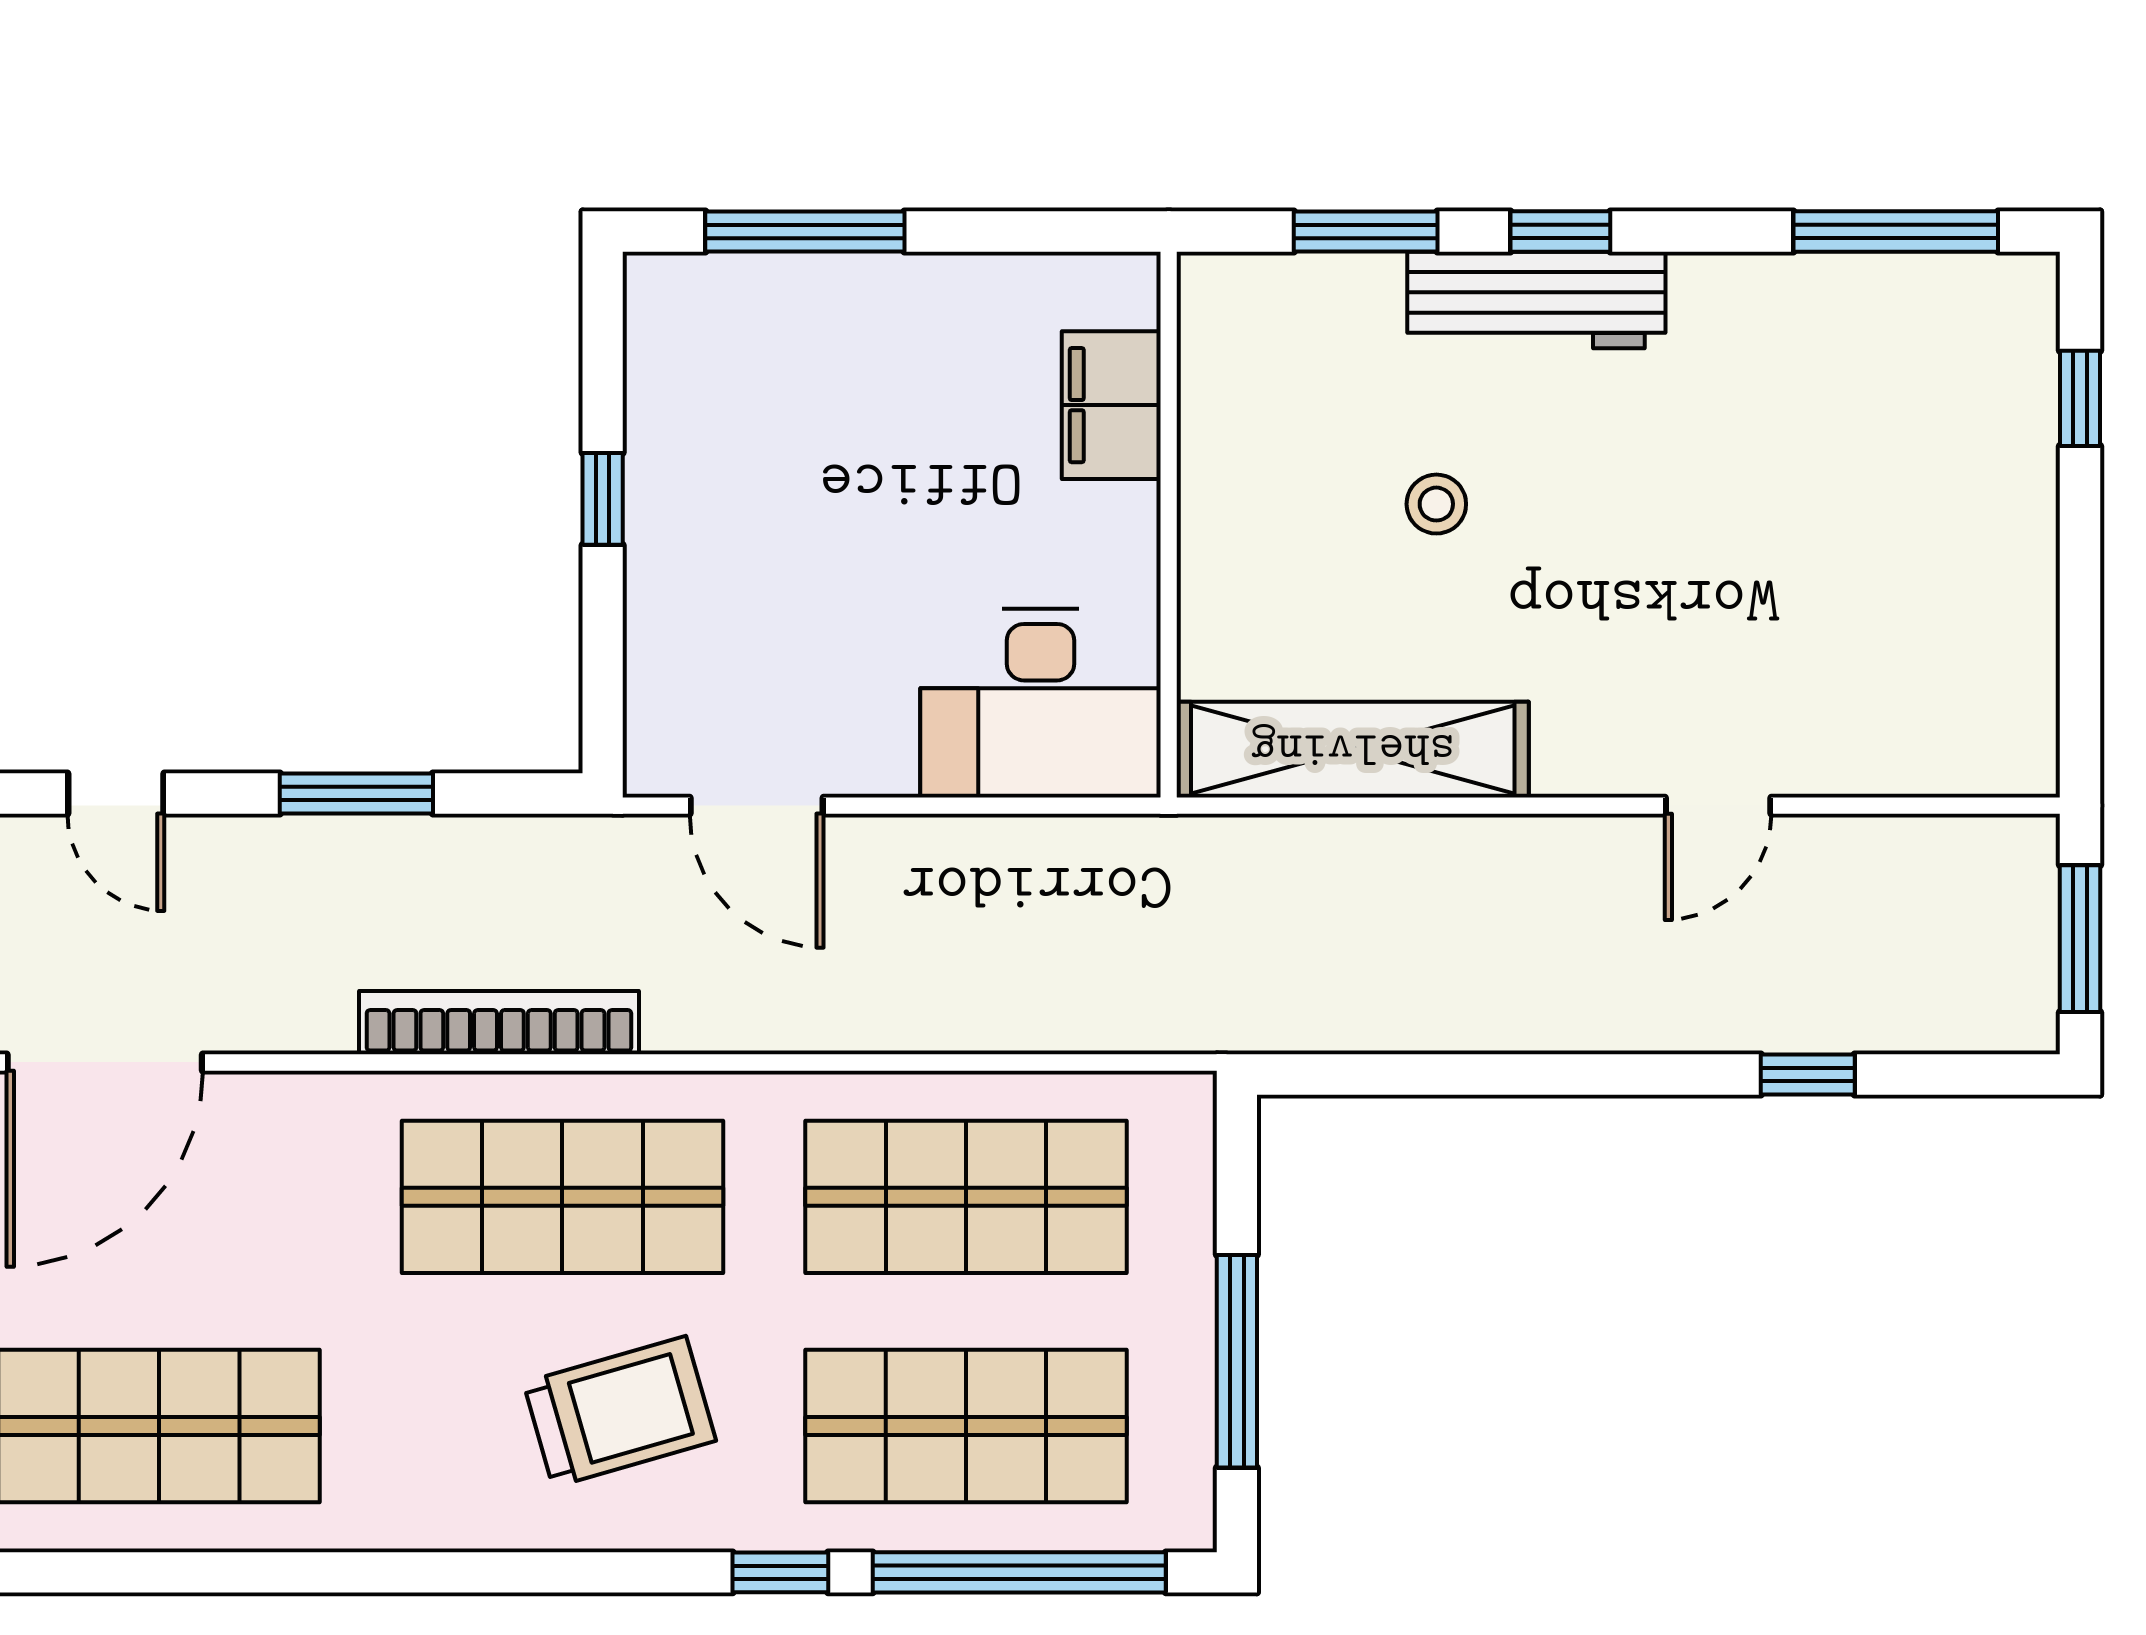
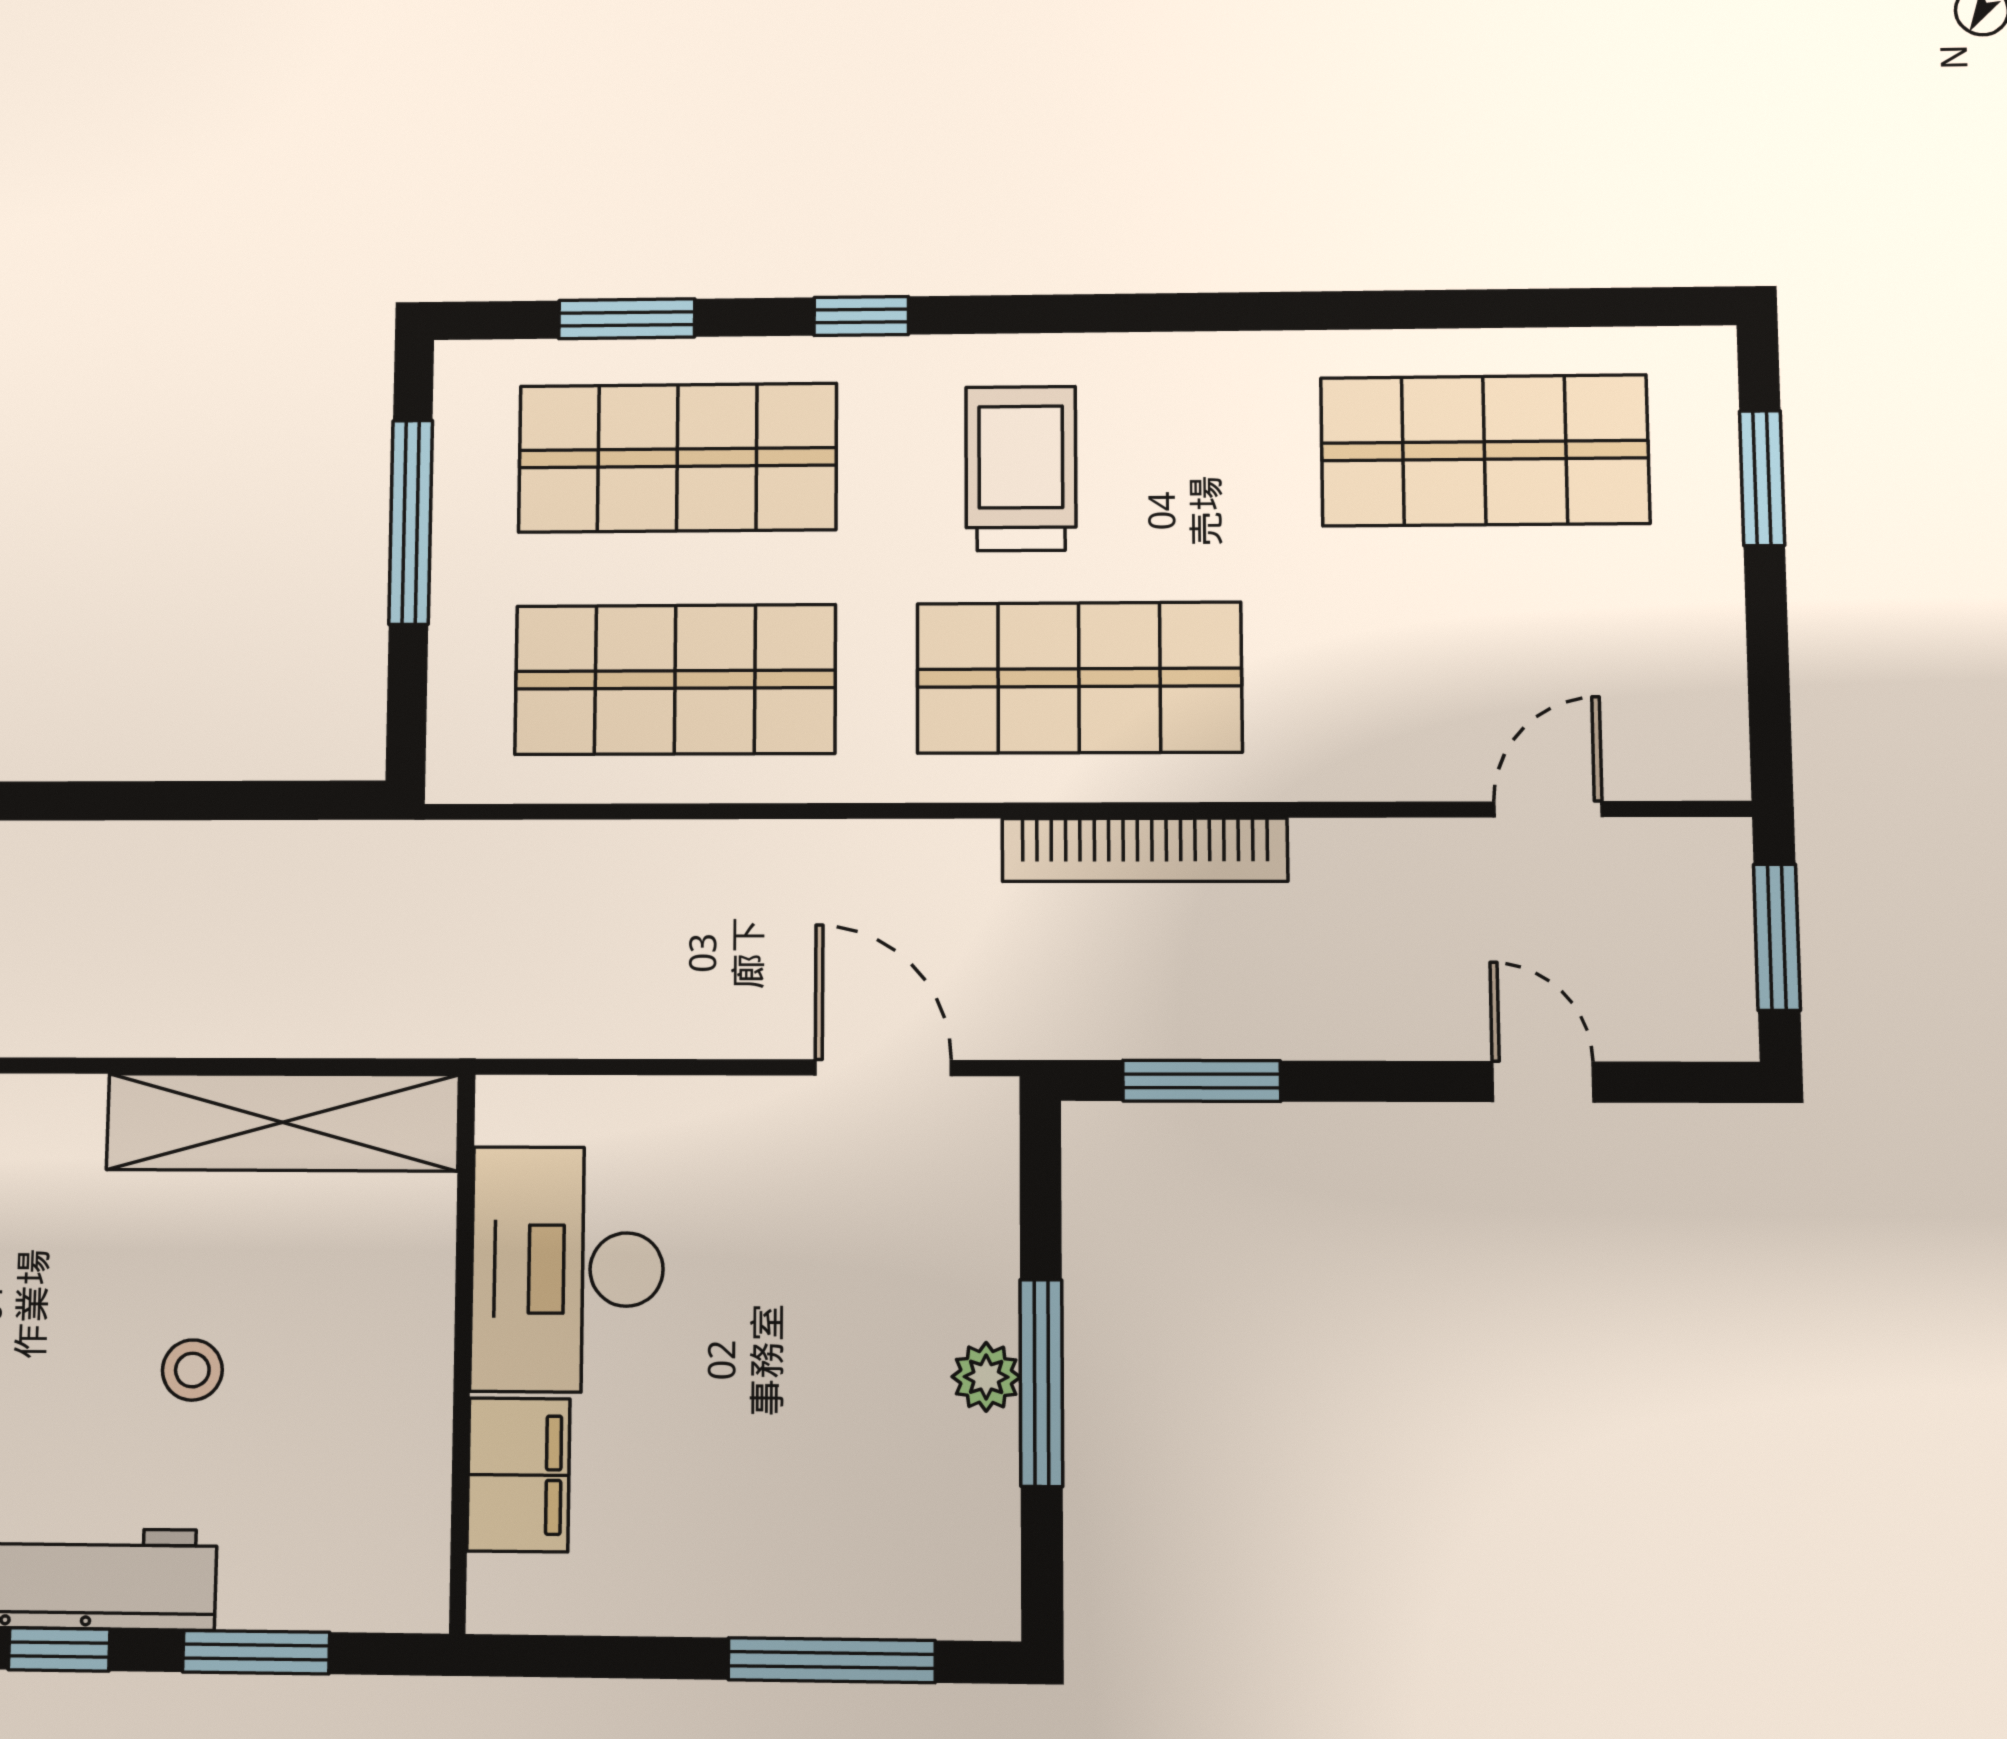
window: (603, 499) -> (1041, 1383), width x2.17
plant: (656, 504) -> (986, 1377), added
desk: (1041, 703) -> (567, 1269), moved, turned -90
window: (356, 794) -> (1202, 1081), moved
door: (105, 1062) -> (1548, 809), width x0.53
trolley: (620, 1412) -> (1021, 468), turned 106
window: (1019, 1572) -> (627, 319), width x0.47

